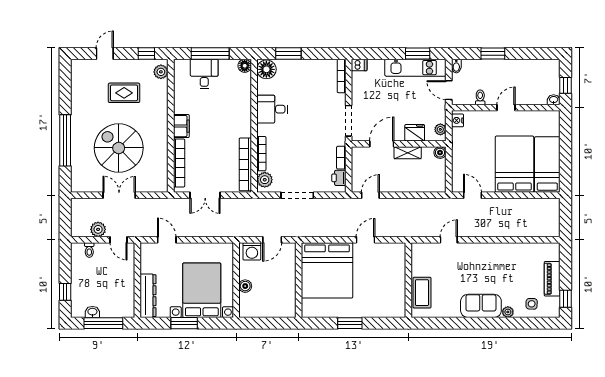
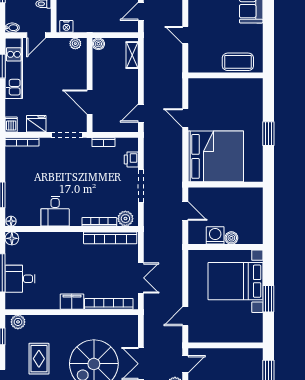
floor lamp: (266, 69) -> (11, 221), width x0.53, depth x0.53
fridge: (415, 133) -> (36, 124), moved, turned 90
shelving: (408, 153) -> (132, 55), moved
printer: (339, 178) -> (131, 159), moved, turned 90
door: (370, 195) -> (141, 113), hinge flipped
washing machine: (252, 251) -> (215, 235), moved, turned -90
dresser: (148, 296) -> (241, 335), removed

